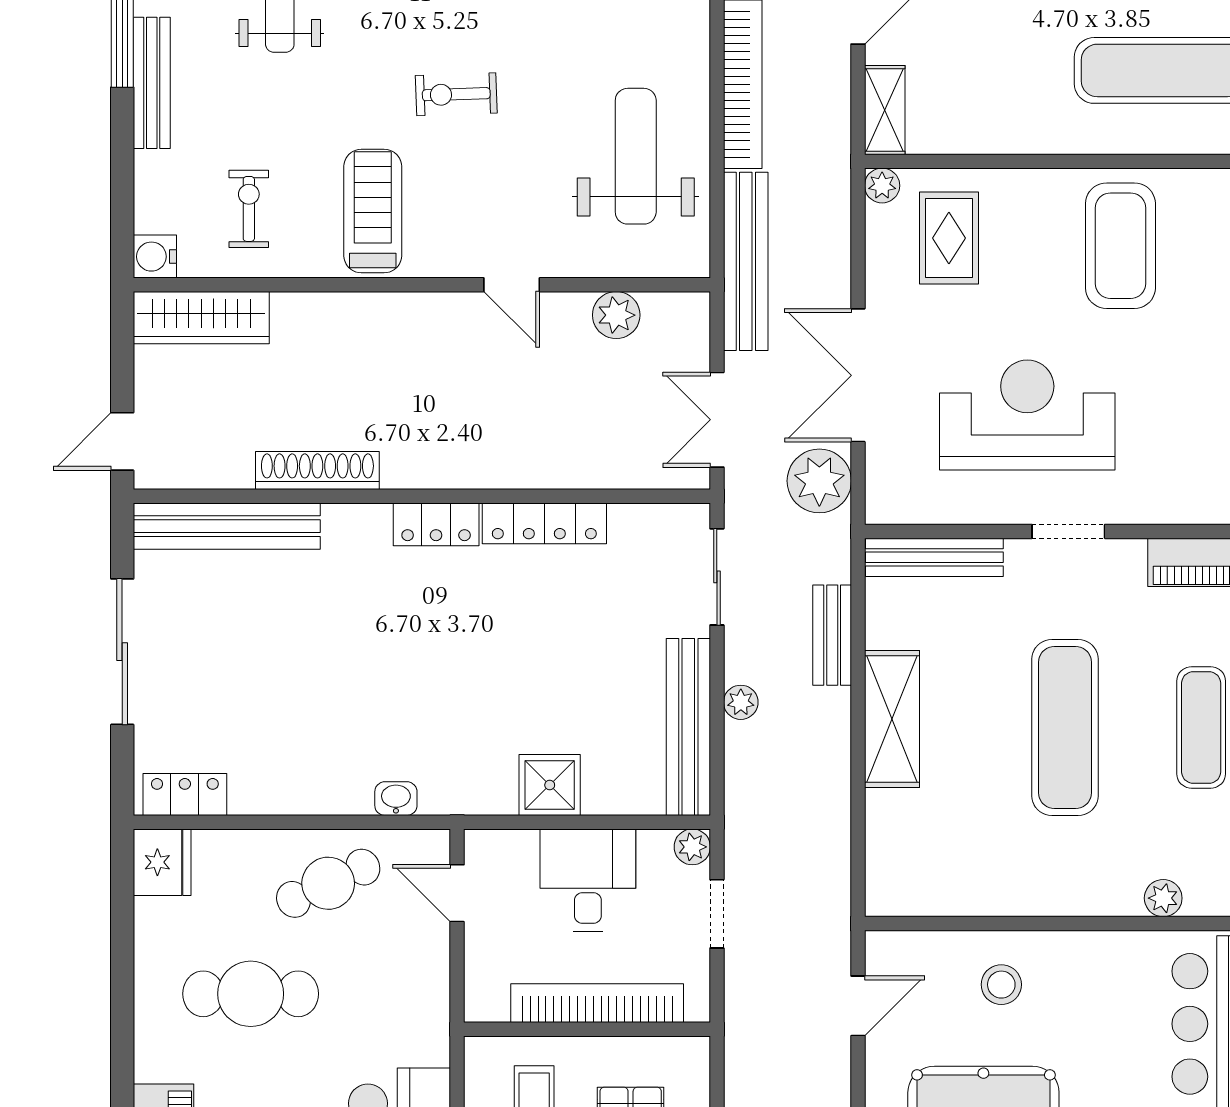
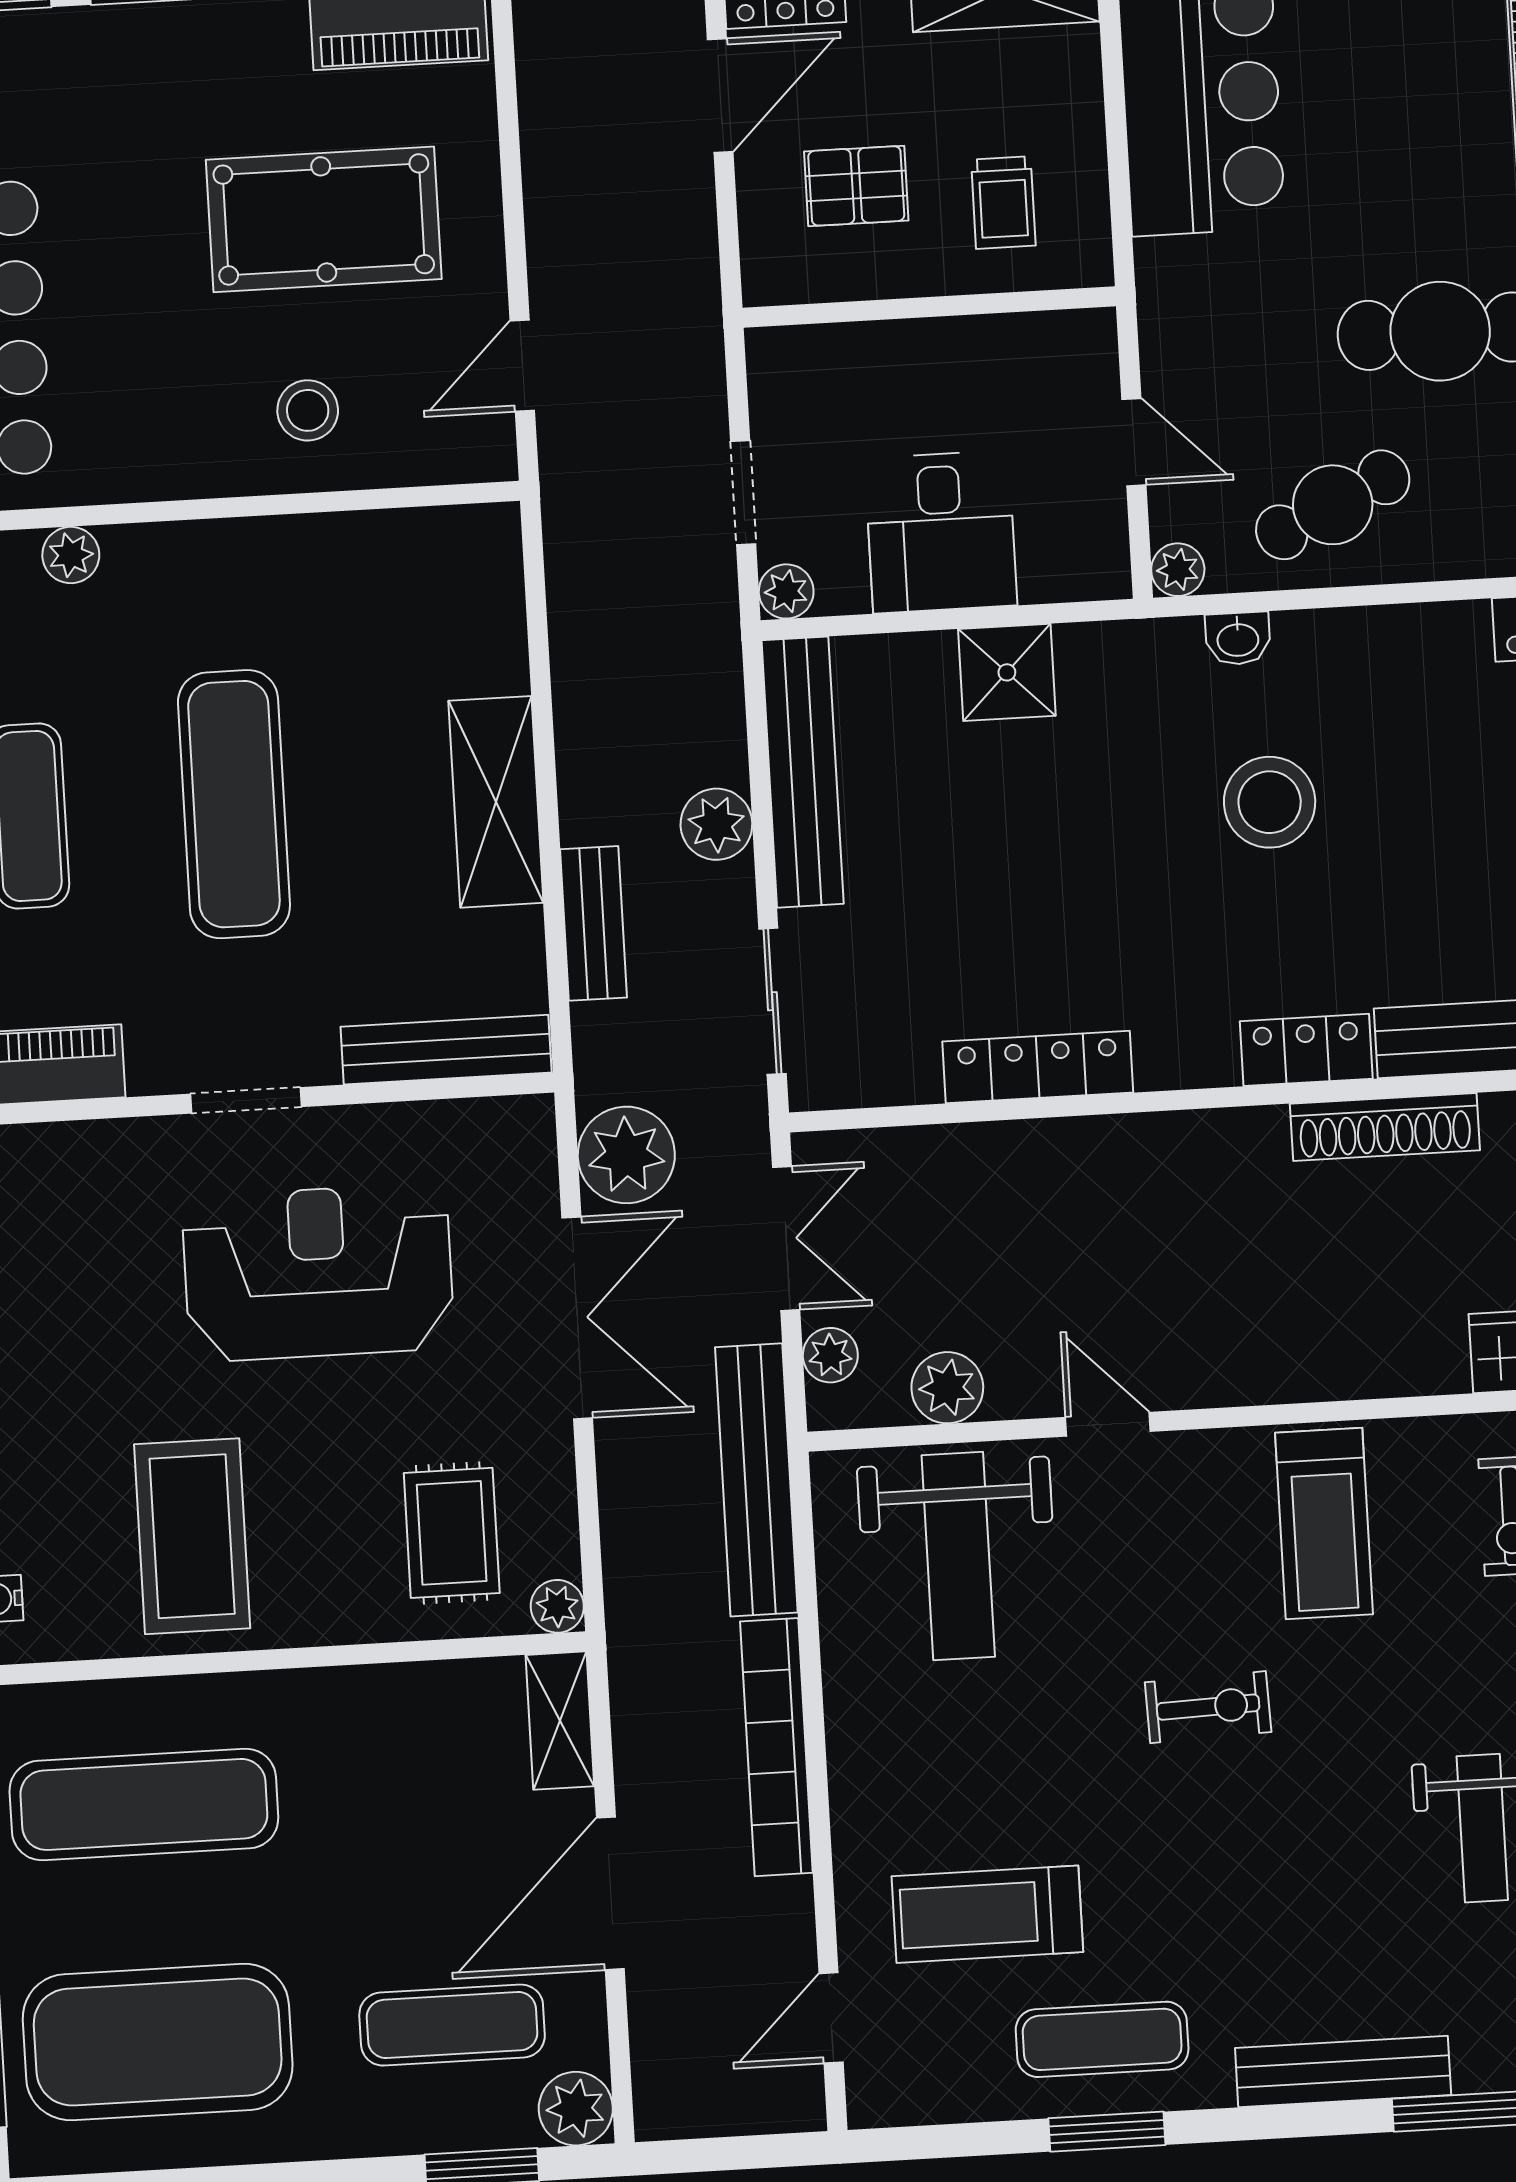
weight bench: (636, 156) -> (958, 1556), moved
plant: (692, 341) -> (830, 1355), added
reception desk: (1027, 415) -> (318, 1273), turned 180
locker: (436, 524) -> (1306, 1050), moved
stool: (381, 689) -> (1270, 802), added
plant: (741, 702) -> (716, 824), width x1.38, depth x1.38
plant: (433, 846) -> (1178, 570), added
door: (457, 893) -> (1134, 442), moved
bookcase: (597, 1003) -> (916, 347), removed

